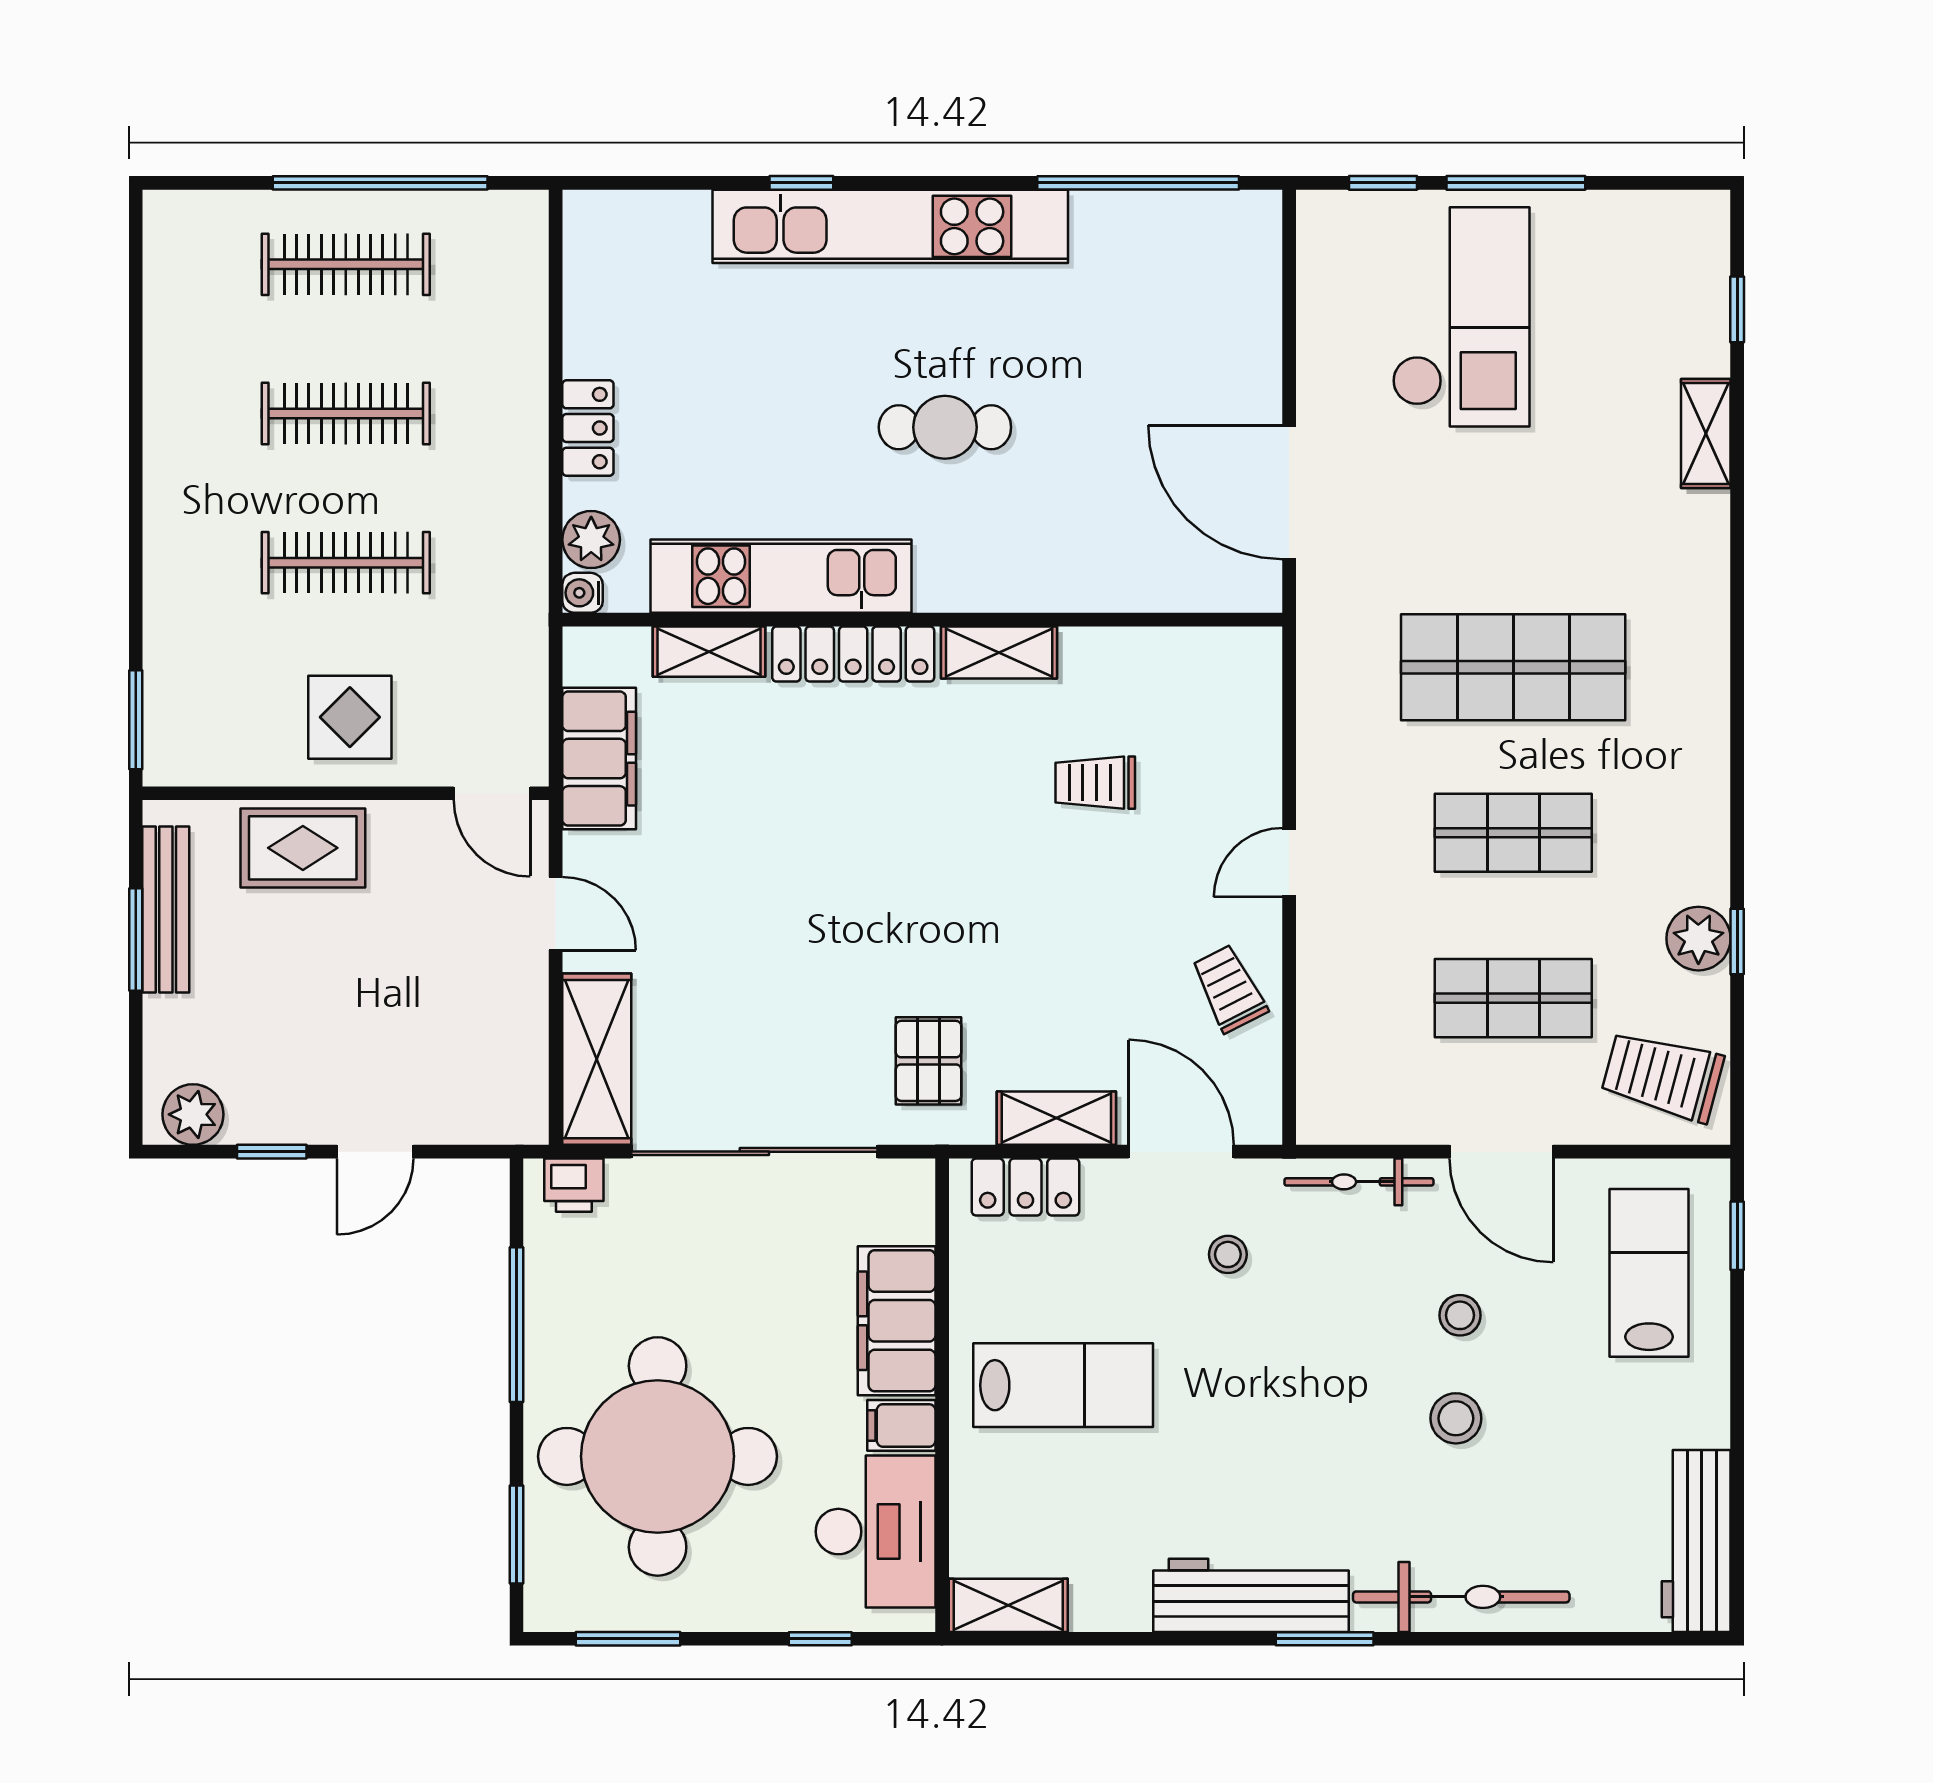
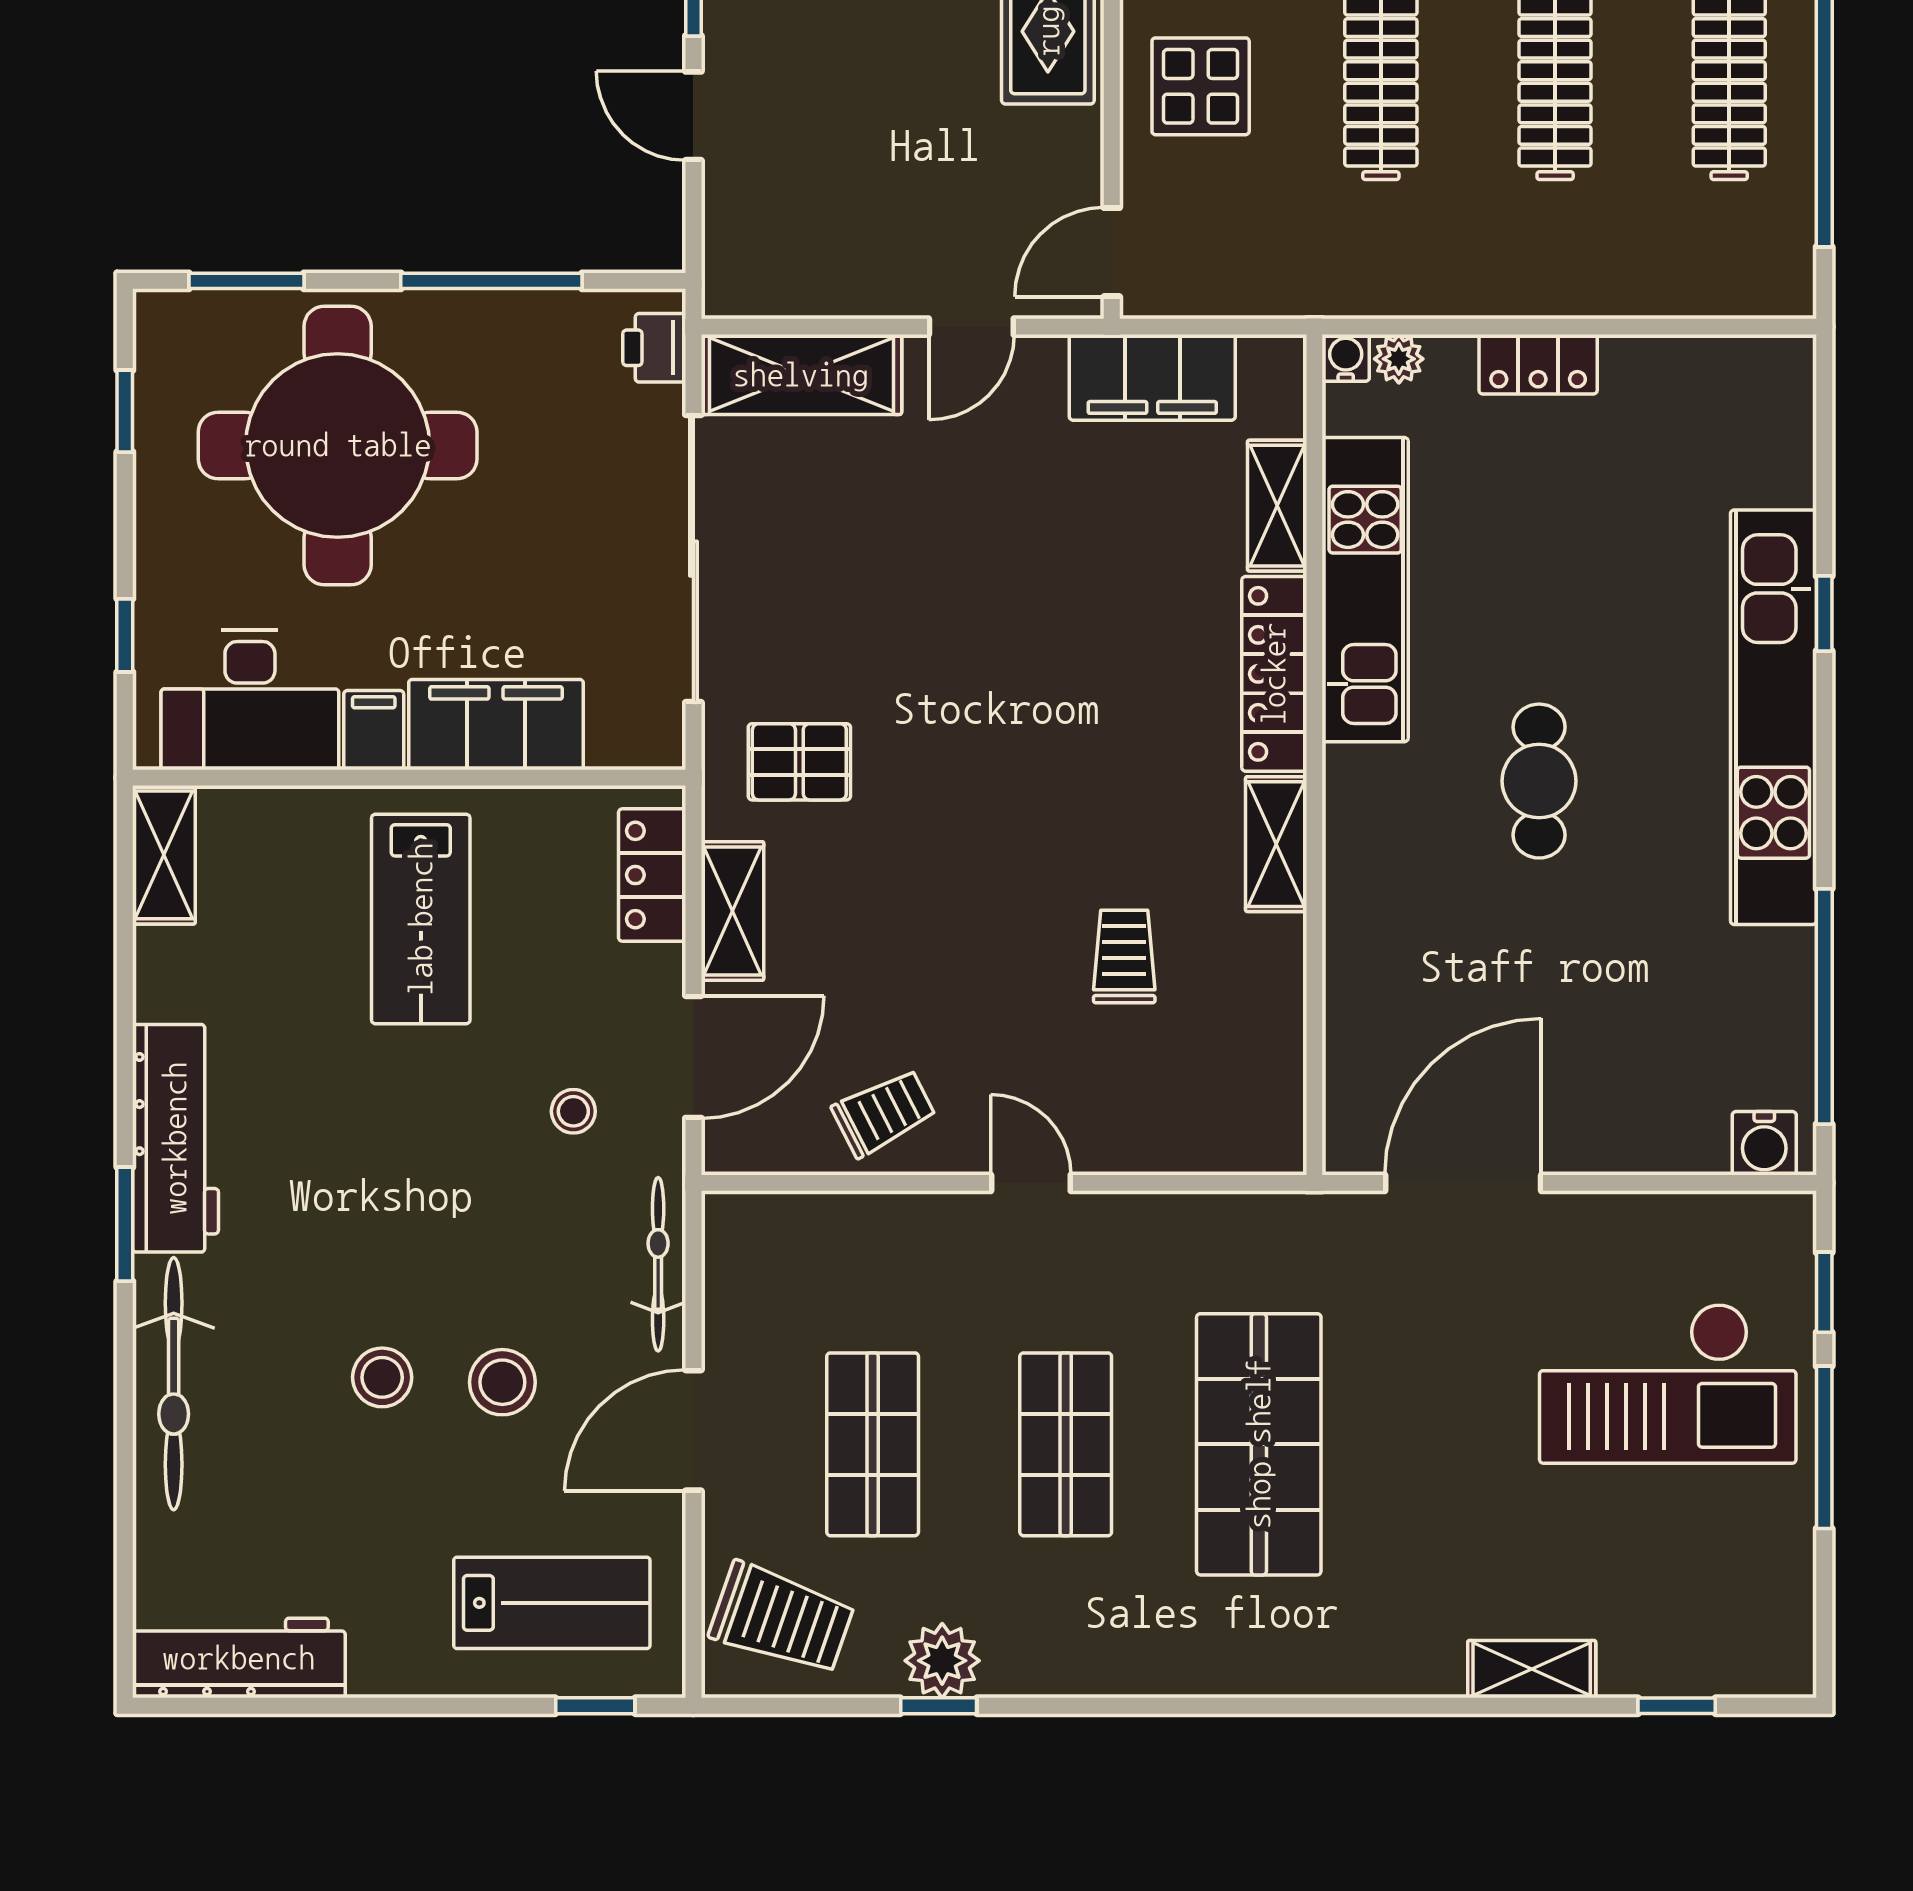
water cooler: (1255, 234) -> (1764, 1143), added
plant: (591, 540) -> (1399, 359), width x0.73, depth x0.73
trolley: (1663, 1076) -> (782, 1619), turned 94
stool: (1460, 1315) -> (502, 1382), width x1.37, depth x1.37
window: (628, 1639) -> (125, 411), width x0.67

